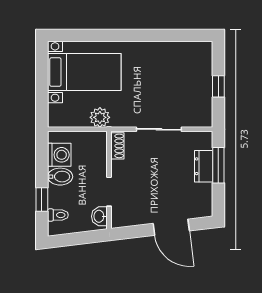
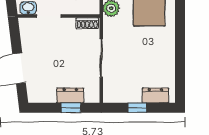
dresser: (204, 65) -> (155, 95), added
window: (218, 165) -> (71, 108), width x0.67

